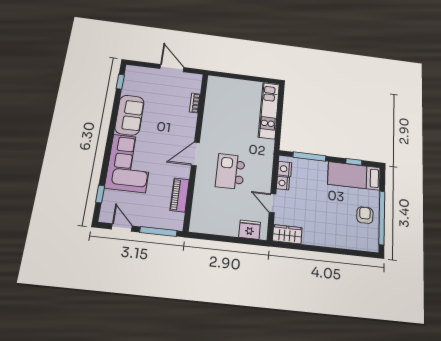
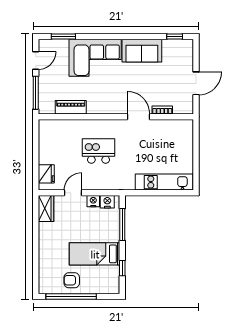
door: (195, 154) -> (138, 117), moved
bed: (354, 176) -> (95, 254), moved, turned -90
window: (100, 194) -> (63, 37), width x1.50
armchair: (365, 215) -> (72, 280), turned 180

